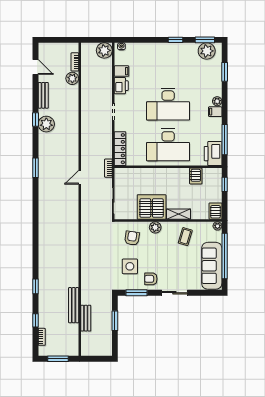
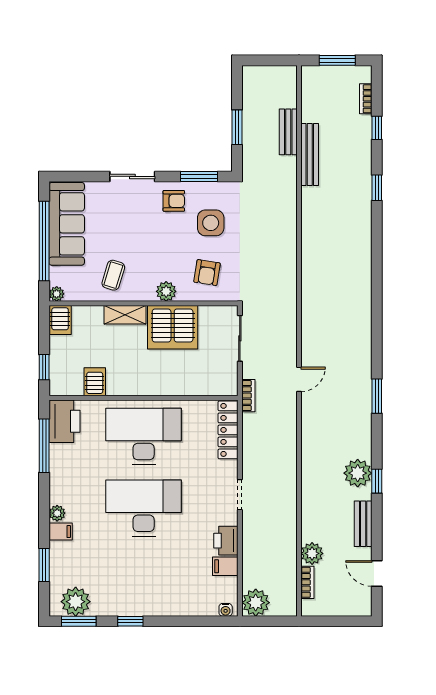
filing cabinet: (215, 112) -> (61, 532), moved

